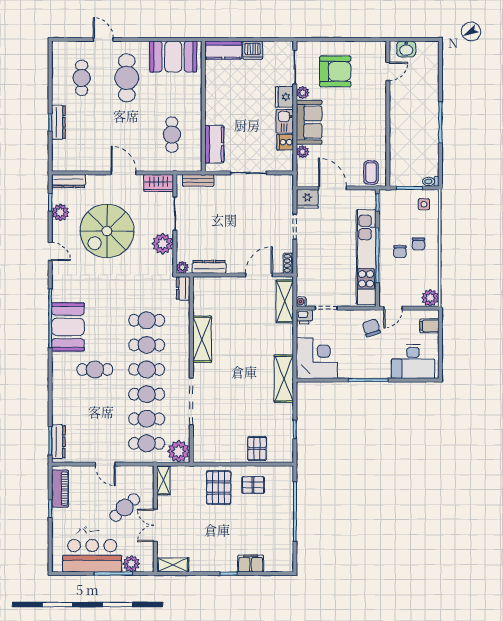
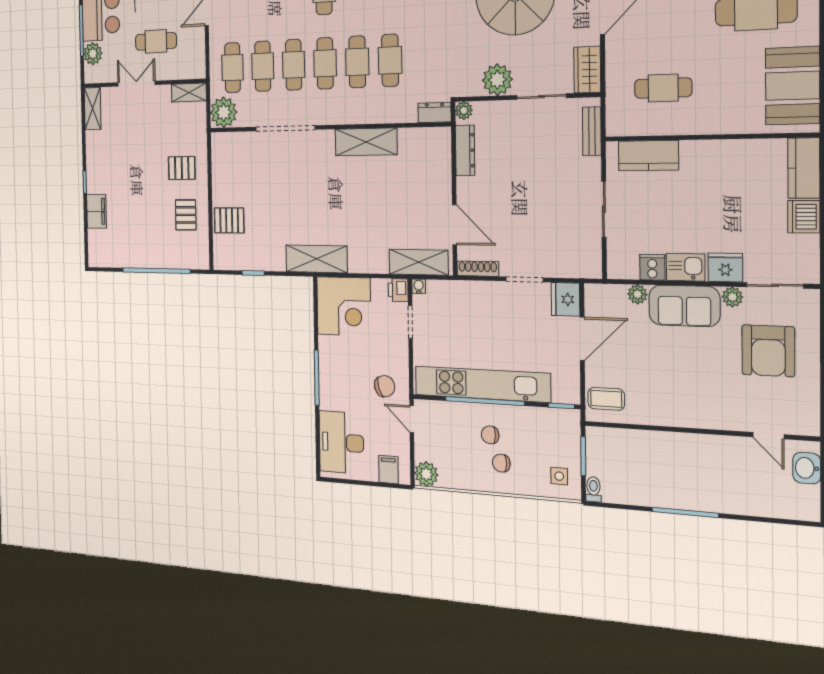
shoe rack: (288, 263) -> (478, 269), width x1.43
pallet: (219, 488) -> (182, 168), width x0.67, depth x0.71
cafe table: (125, 508) -> (156, 41), turned -48

